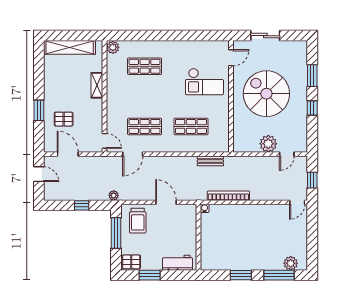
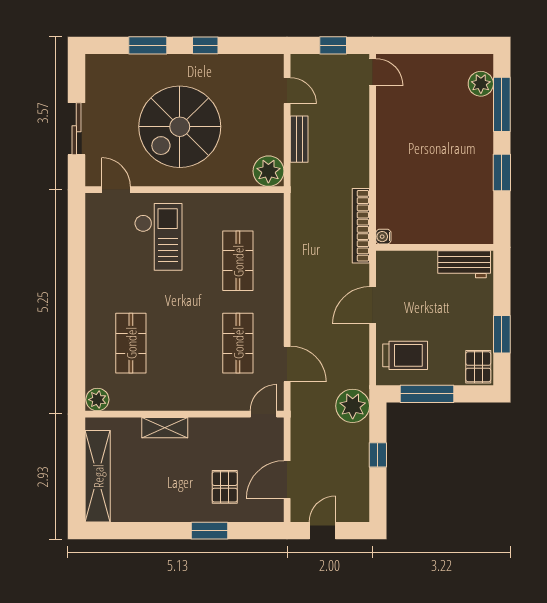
plant: (268, 144) -> (268, 171), moved
bench: (210, 161) -> (299, 139), moved
plant: (114, 195) -> (353, 406), width x1.88, depth x1.88
bookcase: (228, 196) -> (361, 226), moved
workbench: (178, 263) -> (464, 264), moved, turned -90

